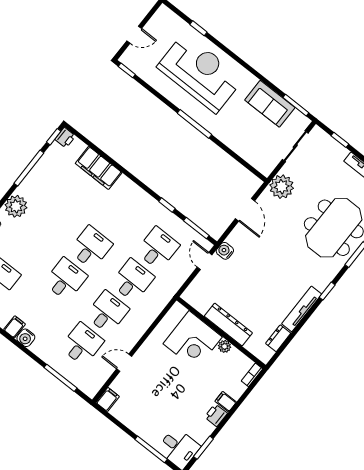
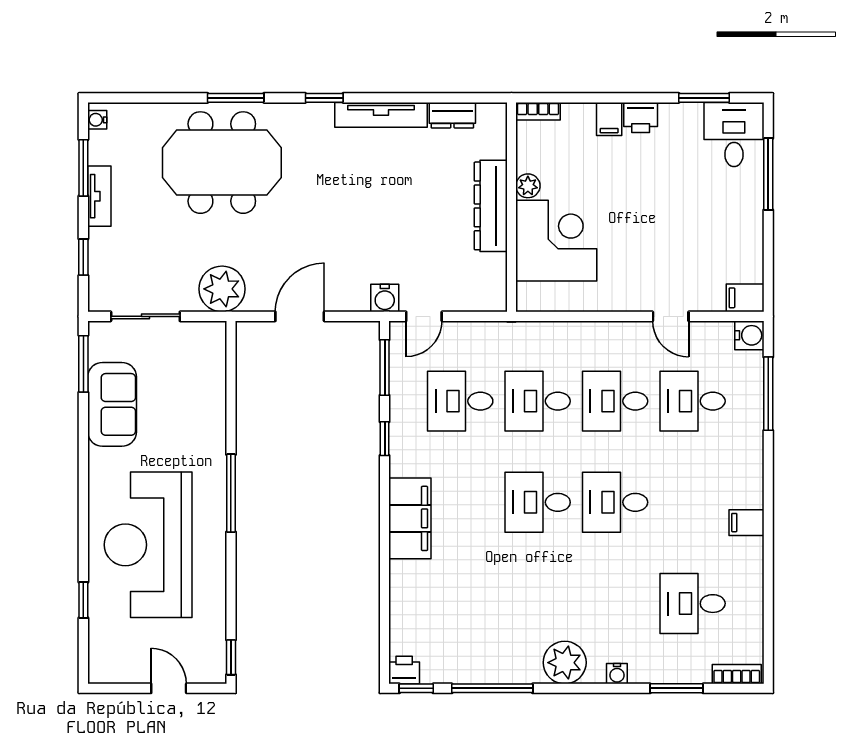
filing cabinet: (99, 168) -> (410, 518), moved
water cooler: (26, 338) -> (749, 335), moved

